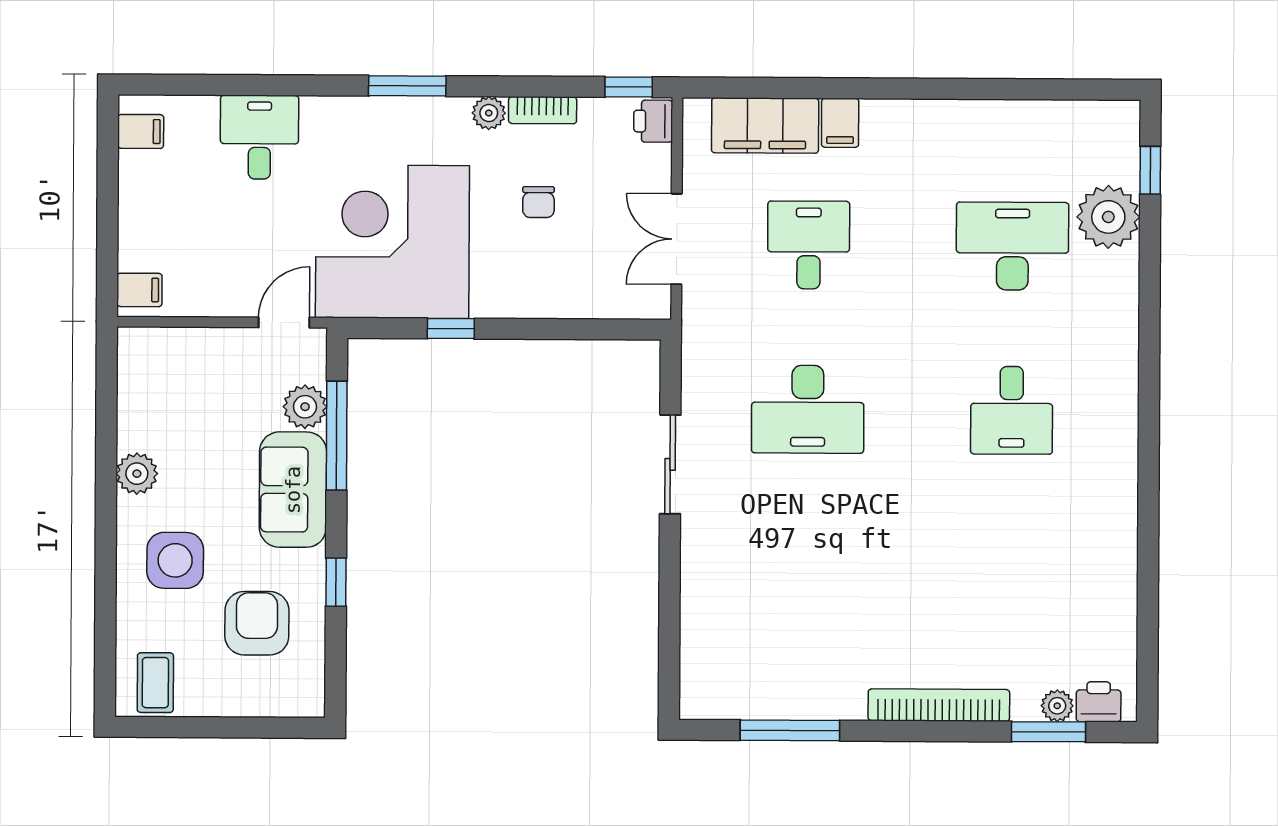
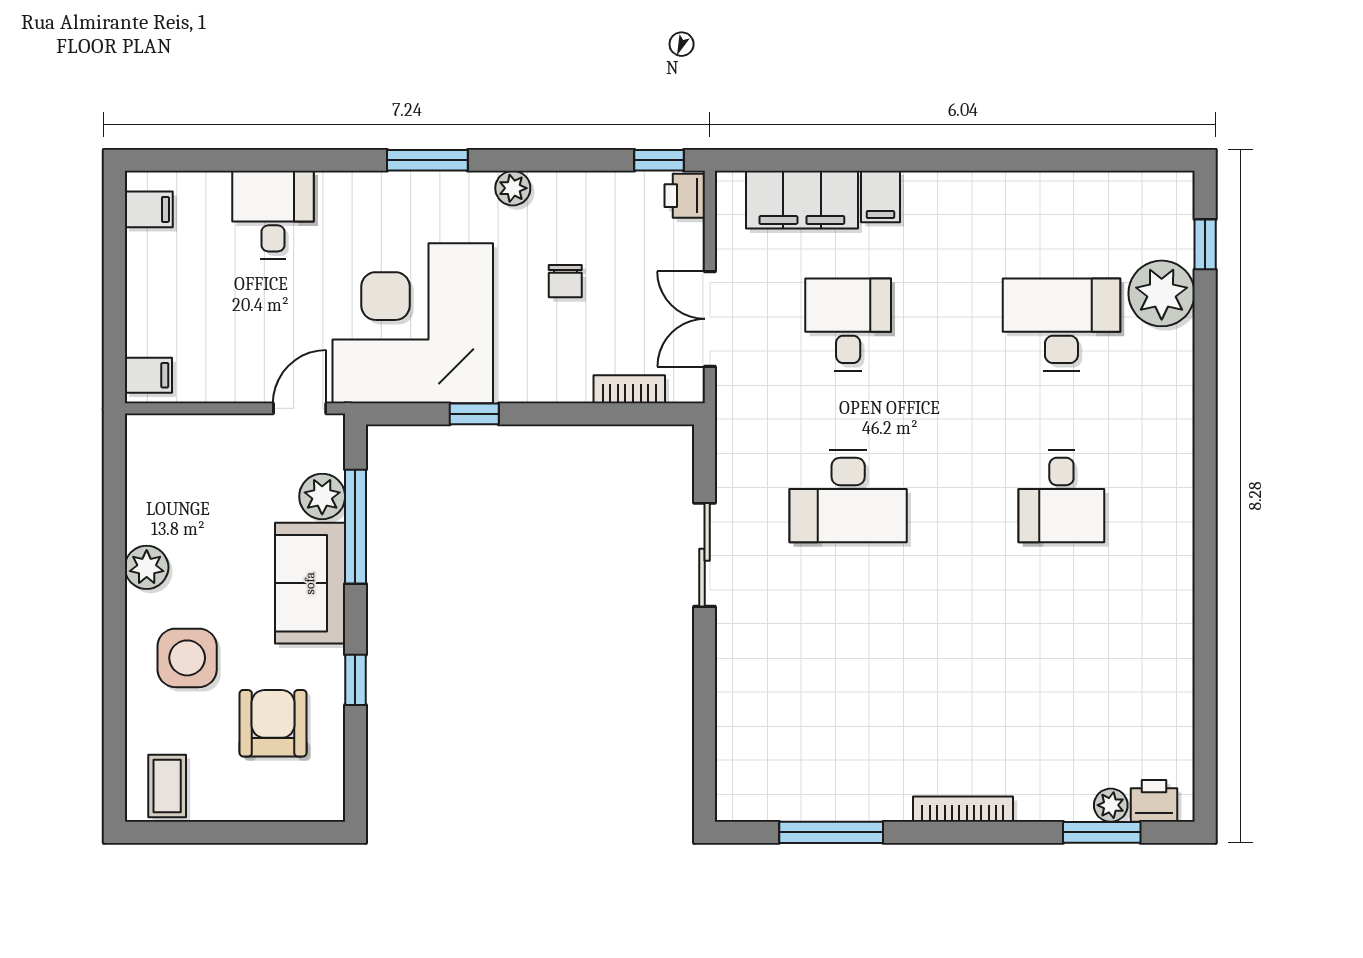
bookcase: (543, 110) -> (629, 389), moved, turned 180
bookcase: (939, 705) -> (963, 809), width x0.68, depth x0.76

